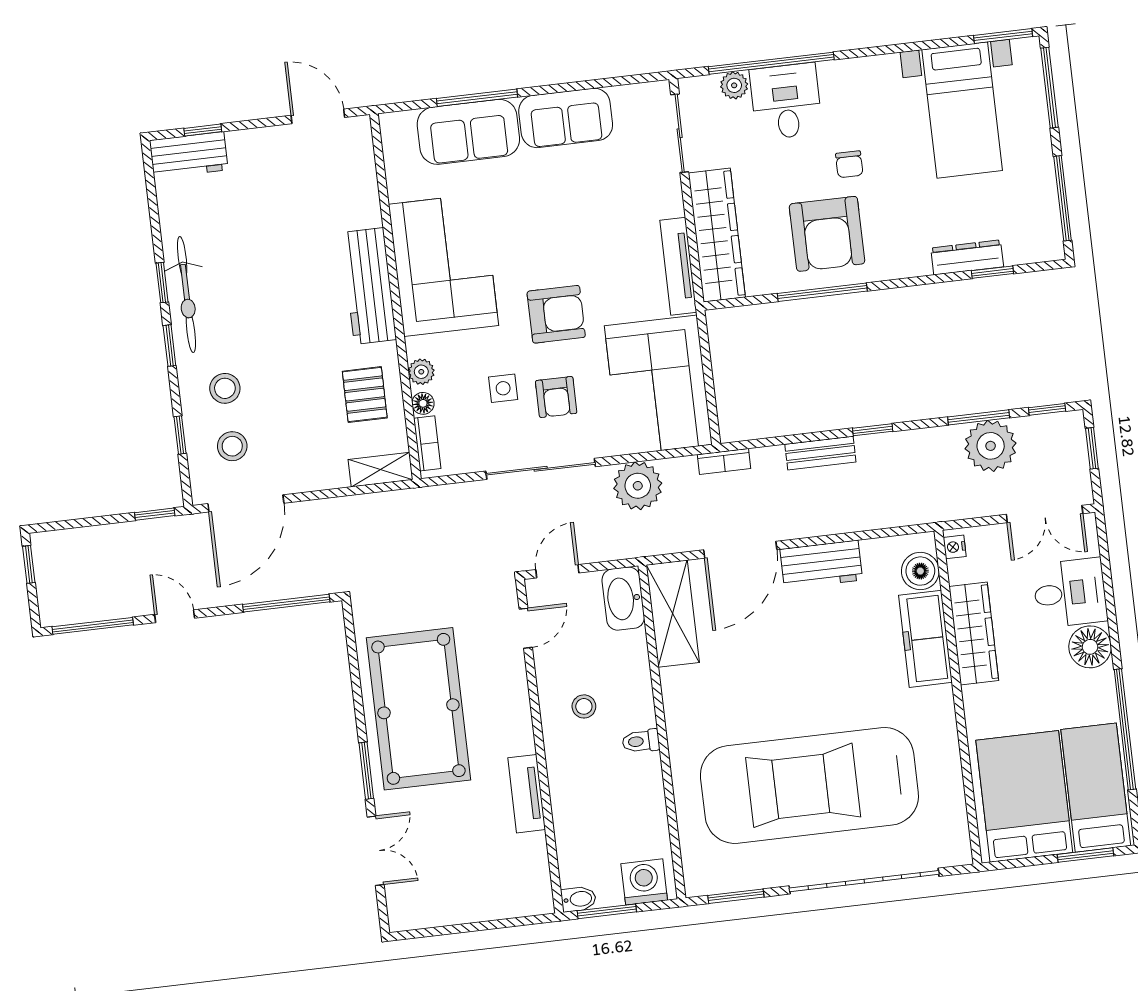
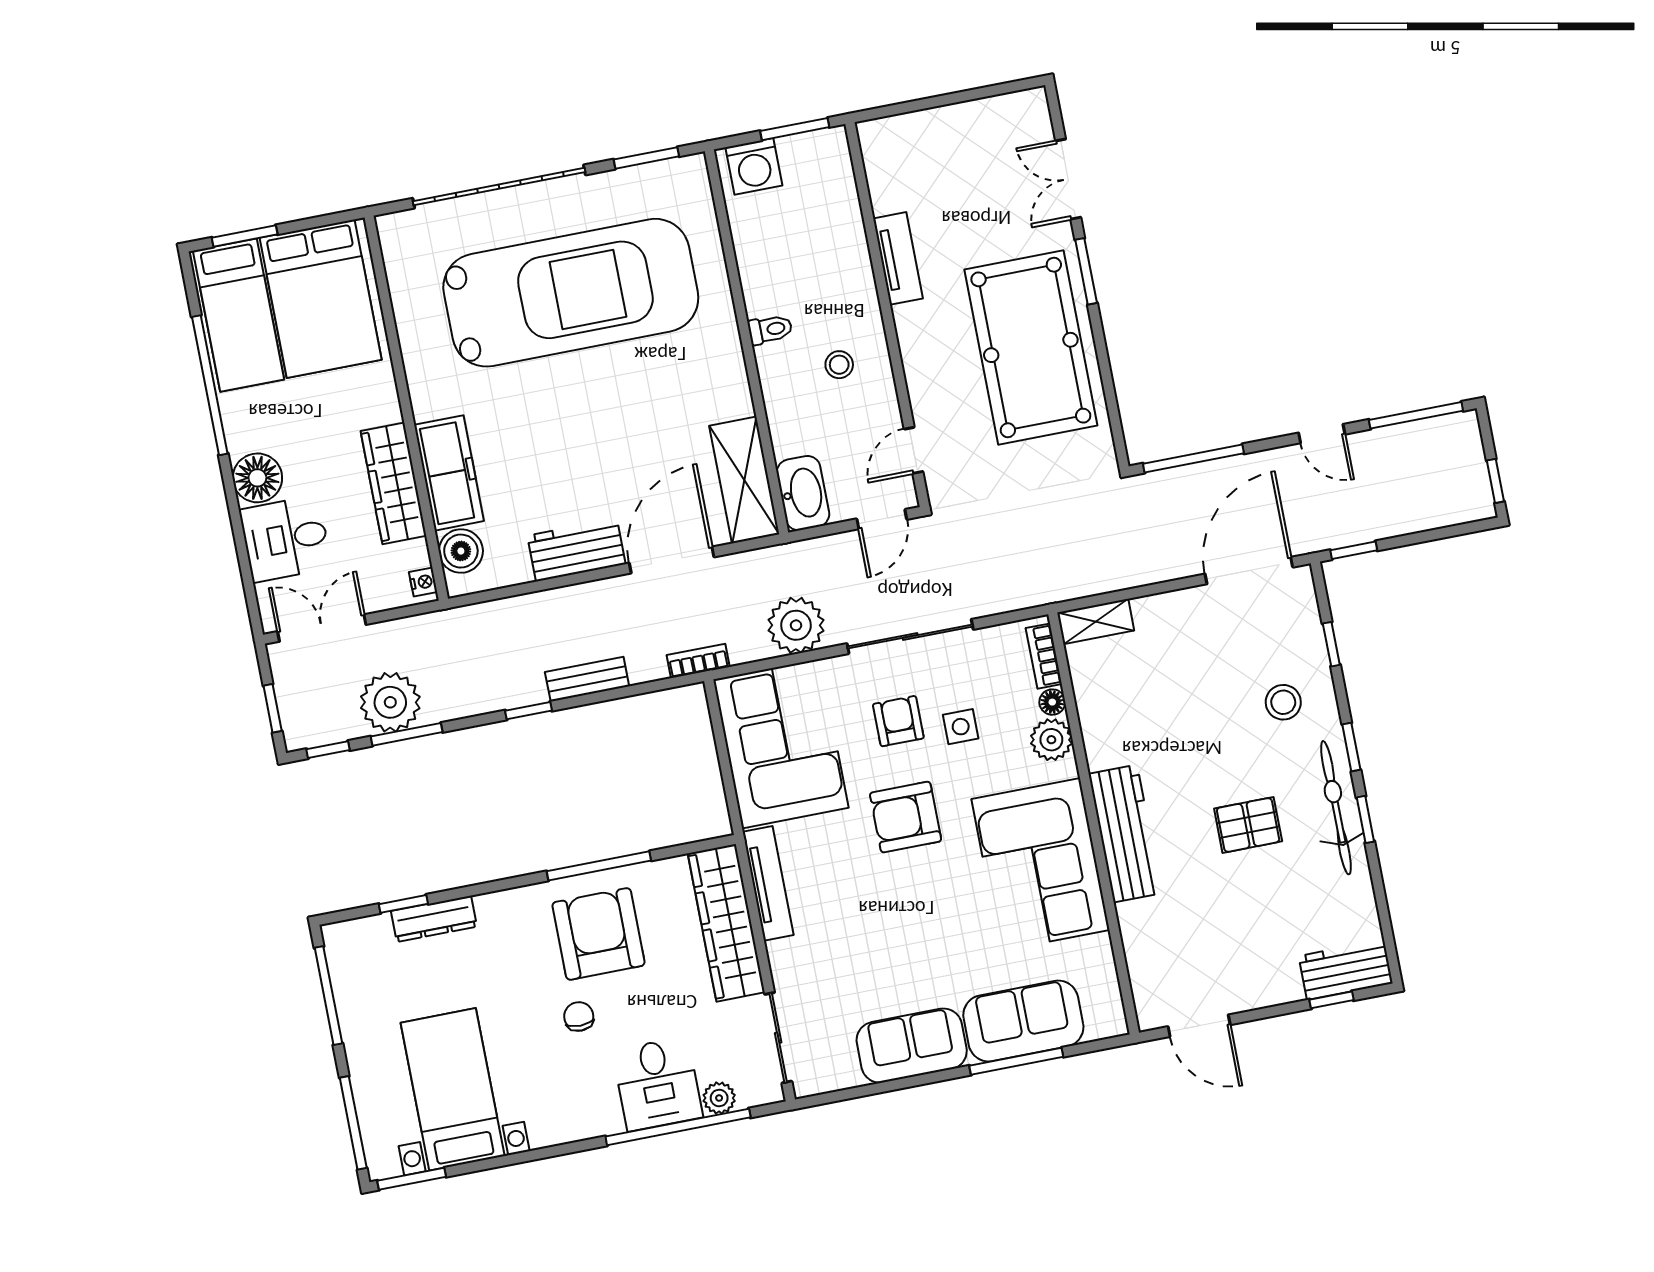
plant: (421, 372) -> (1051, 740), width x1.38, depth x1.38
pallet: (365, 395) -> (1248, 825), moved, turned 90
stool: (232, 446) -> (1270, 636), removed
bidet: (579, 899) -> (829, 141), removed

